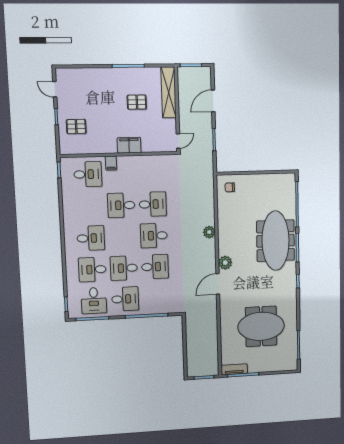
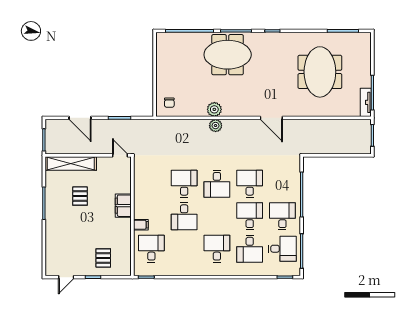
meeting table: (275, 241) -> (228, 55), width x0.73
plant: (225, 263) -> (214, 109), moved
desk: (124, 268) -> (250, 216), turned 180

